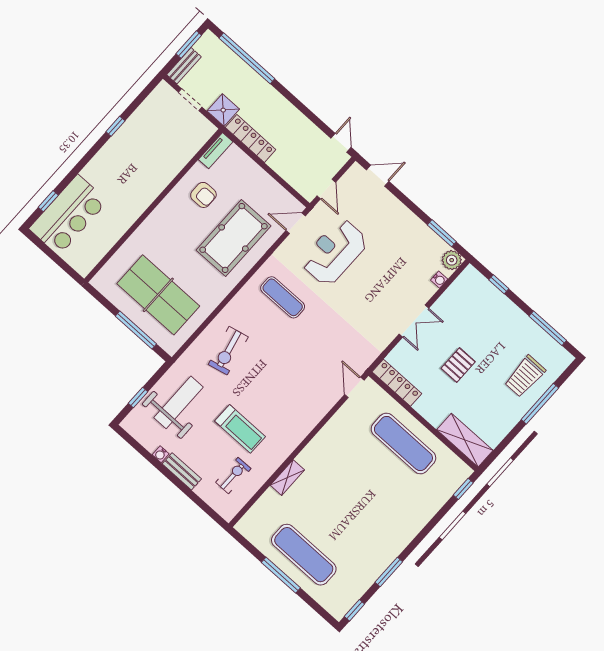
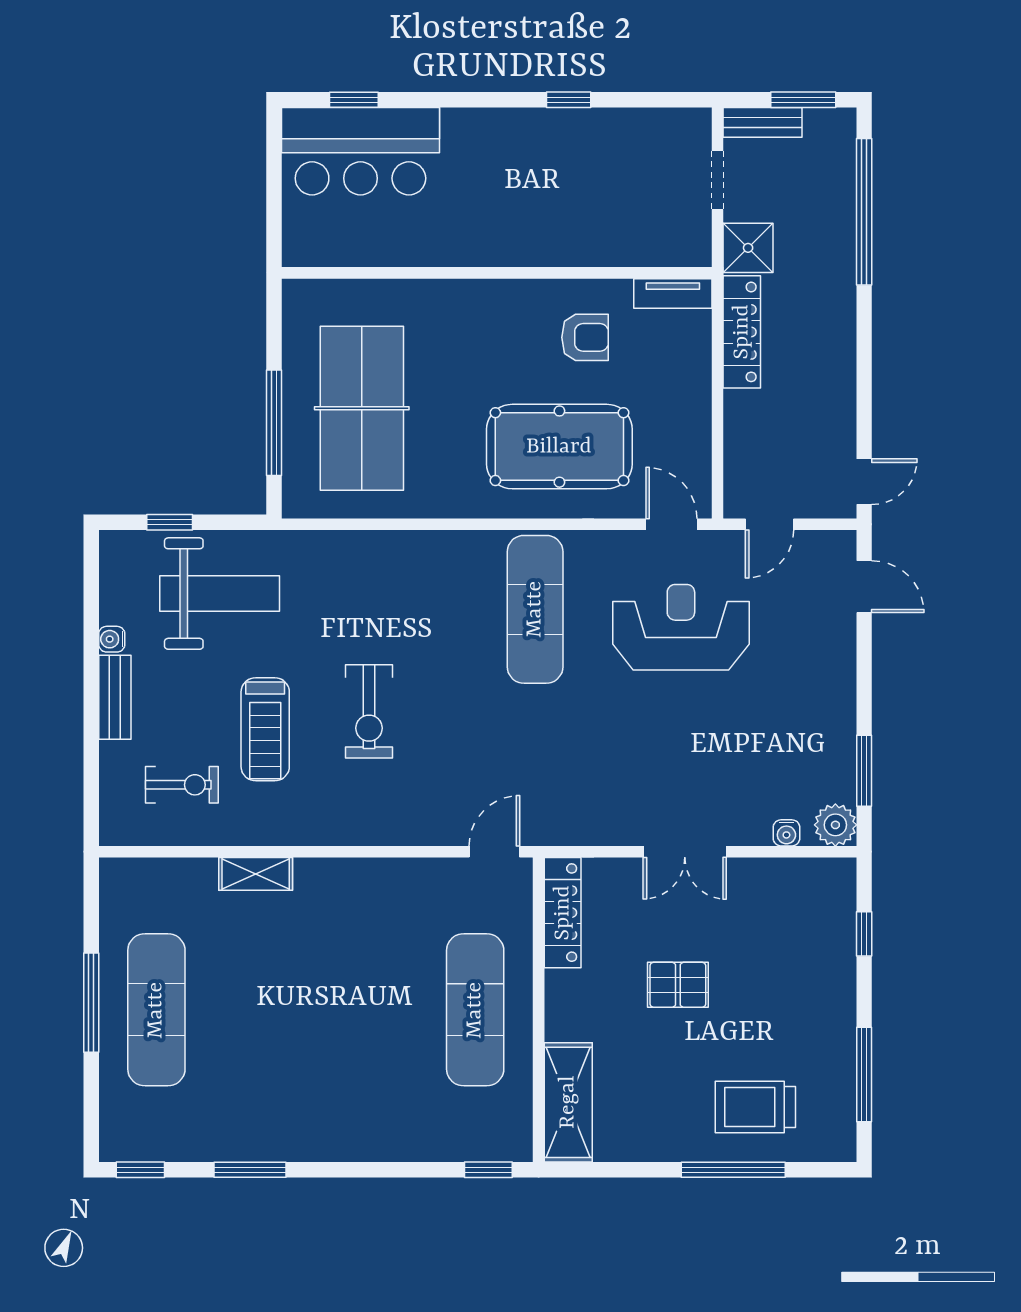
armchair: (203, 195) -> (585, 337), turned -90
exercise mat: (283, 297) -> (535, 609), width x1.36, depth x1.45
exercise bike: (228, 351) -> (369, 711), moved, turned -77

